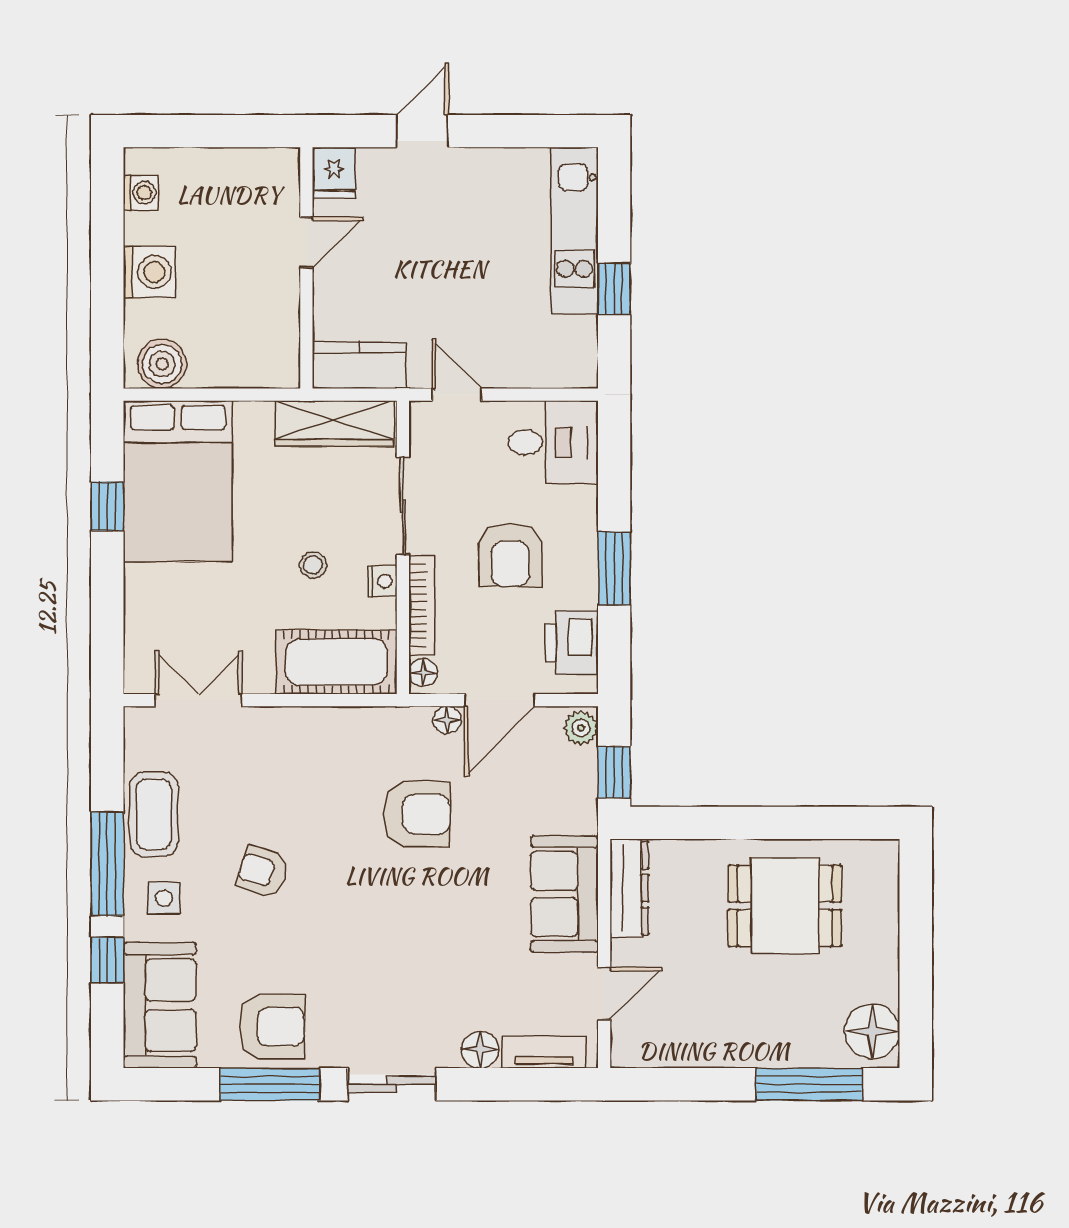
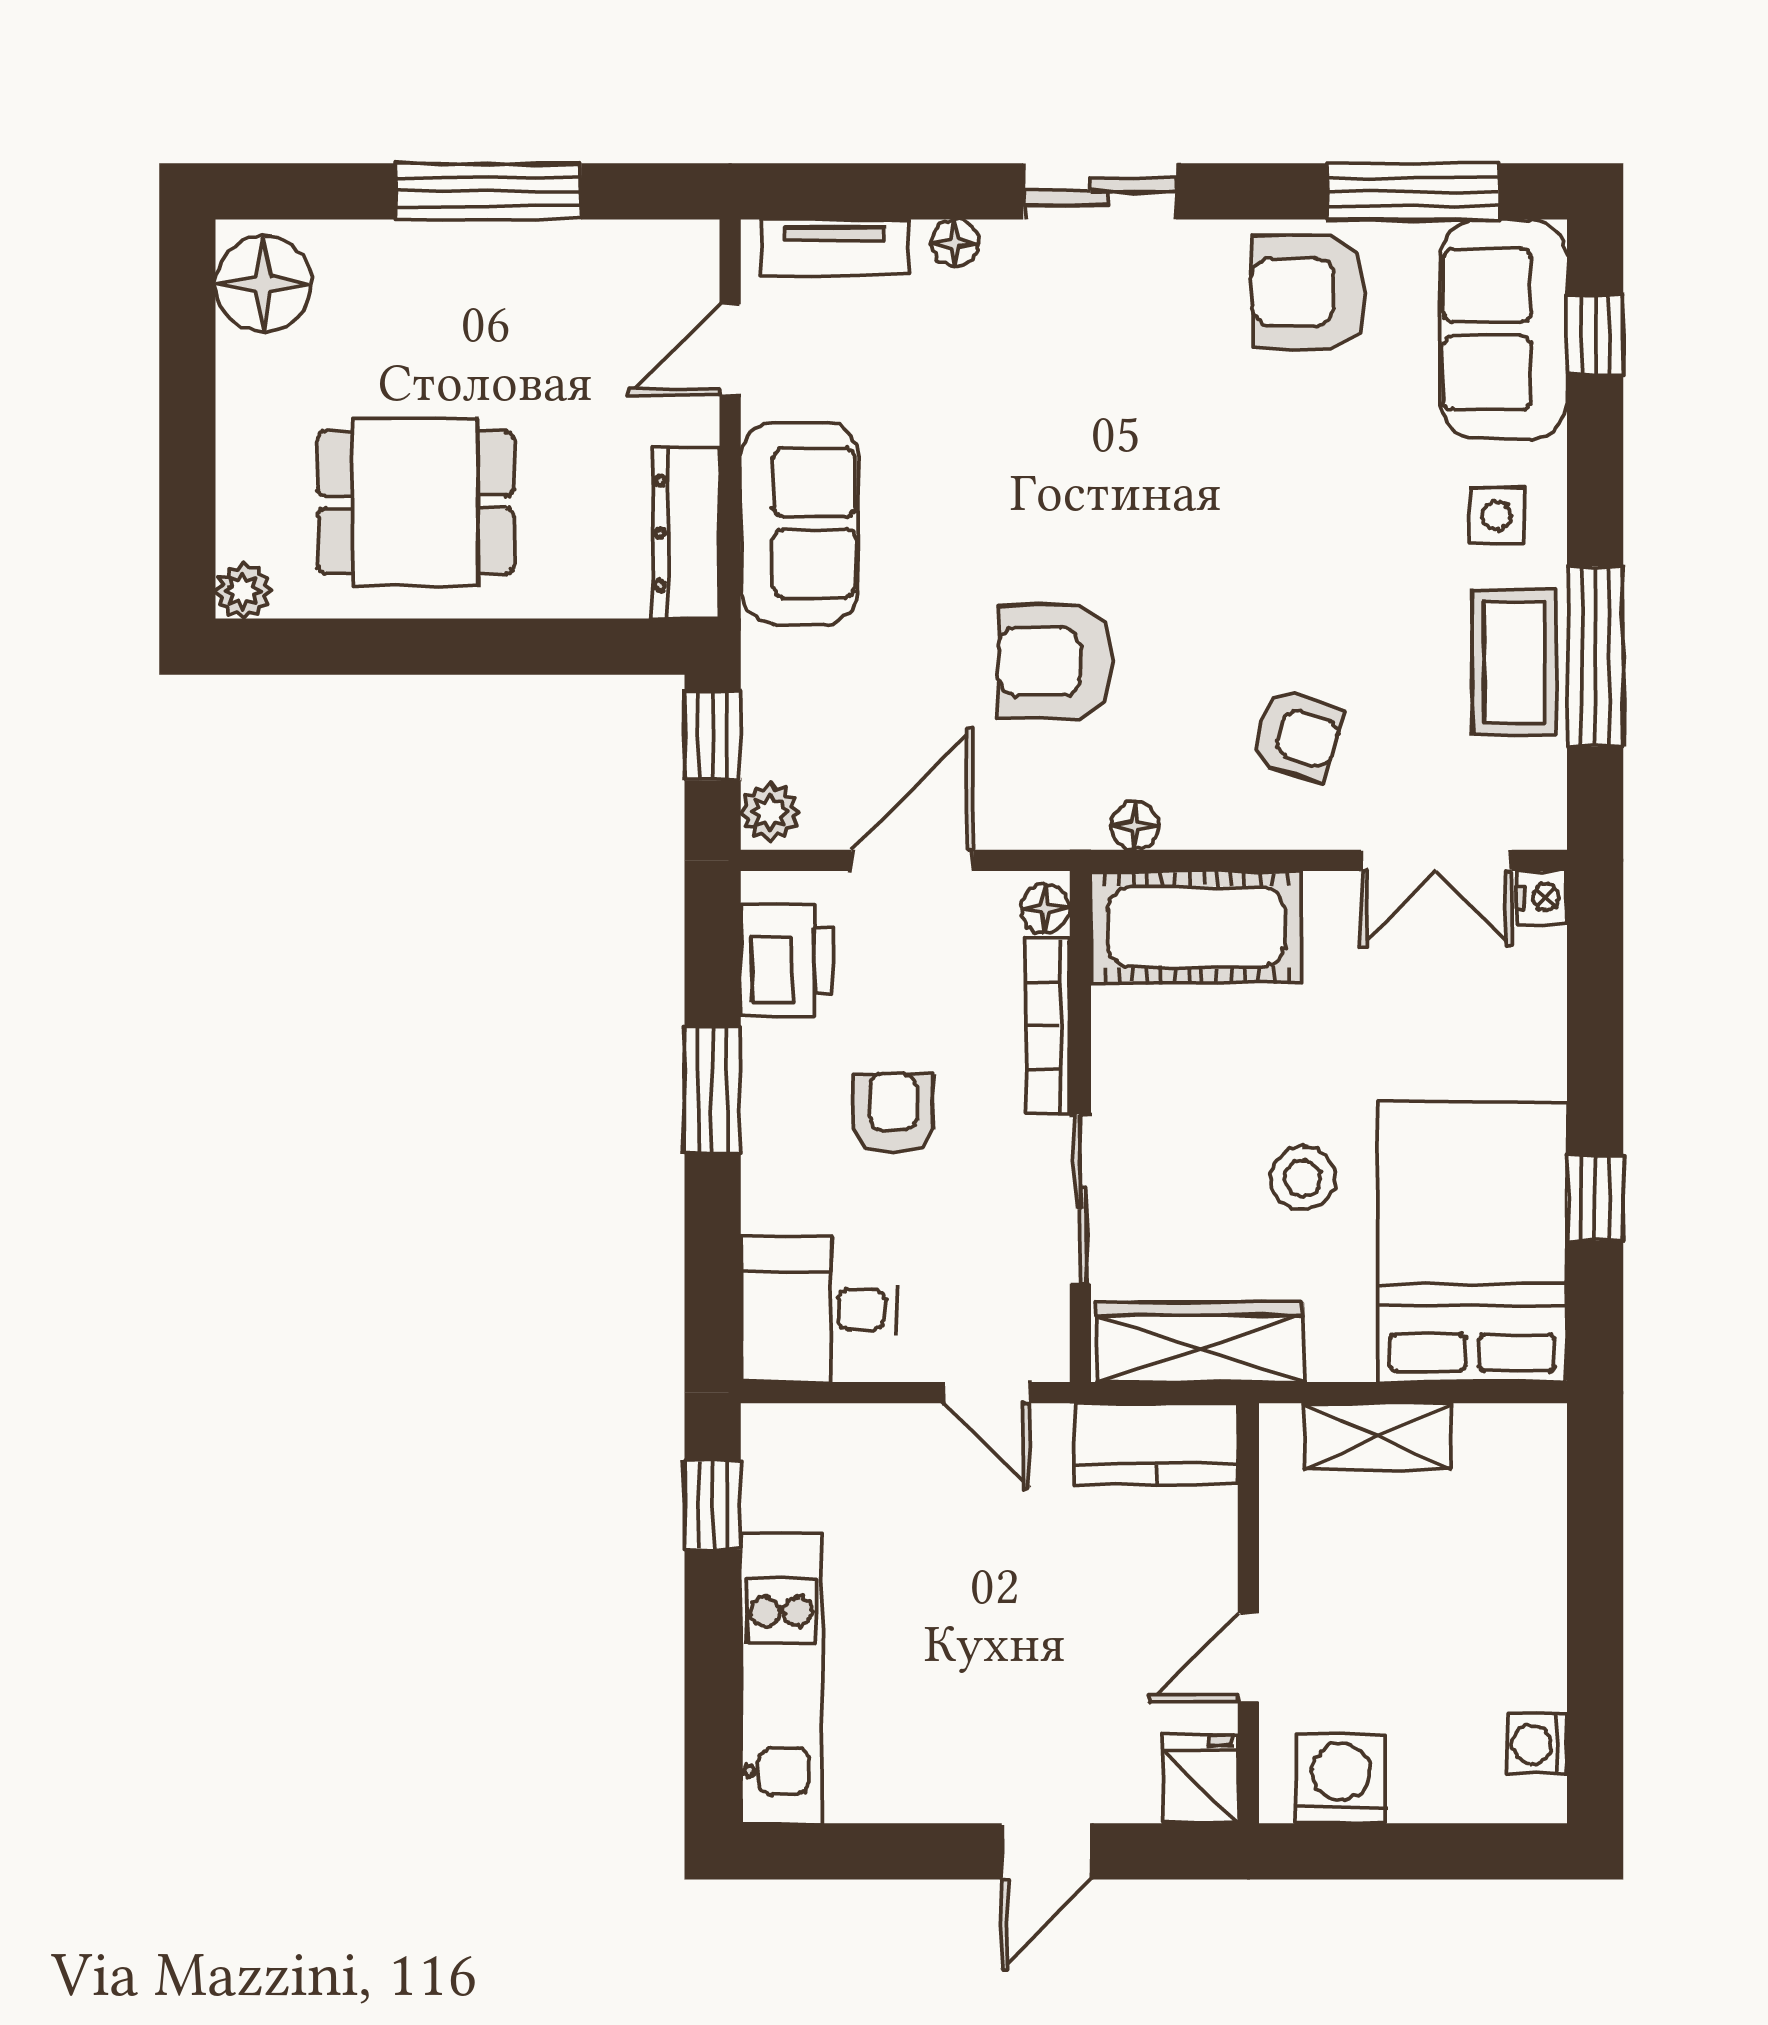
washing machine: (149, 272) -> (1341, 1779), moved, turned 90
window: (614, 289) -> (713, 1505), moved
boiler: (162, 364) -> (1500, 1446), removed
shelving: (232, 369) -> (1378, 1437), added
armchair: (510, 555) -> (893, 1113), width x0.72, depth x0.72
stool: (313, 565) -> (1303, 1178), moved, width x1.37, depth x1.37
nightstand: (383, 581) -> (1542, 897), moved, turned 180
floor lamp: (447, 720) -> (1135, 826), moved
plant: (884, 855) -> (243, 591), added
window: (107, 864) -> (1595, 656), moved
armchair: (263, 872) -> (1297, 735), moved
window: (107, 960) -> (1595, 335), moved
floor lamp: (480, 1050) -> (955, 243), width x0.73, depth x0.73
window: (270, 1084) -> (1413, 191), moved
window: (809, 1084) -> (488, 191), moved

